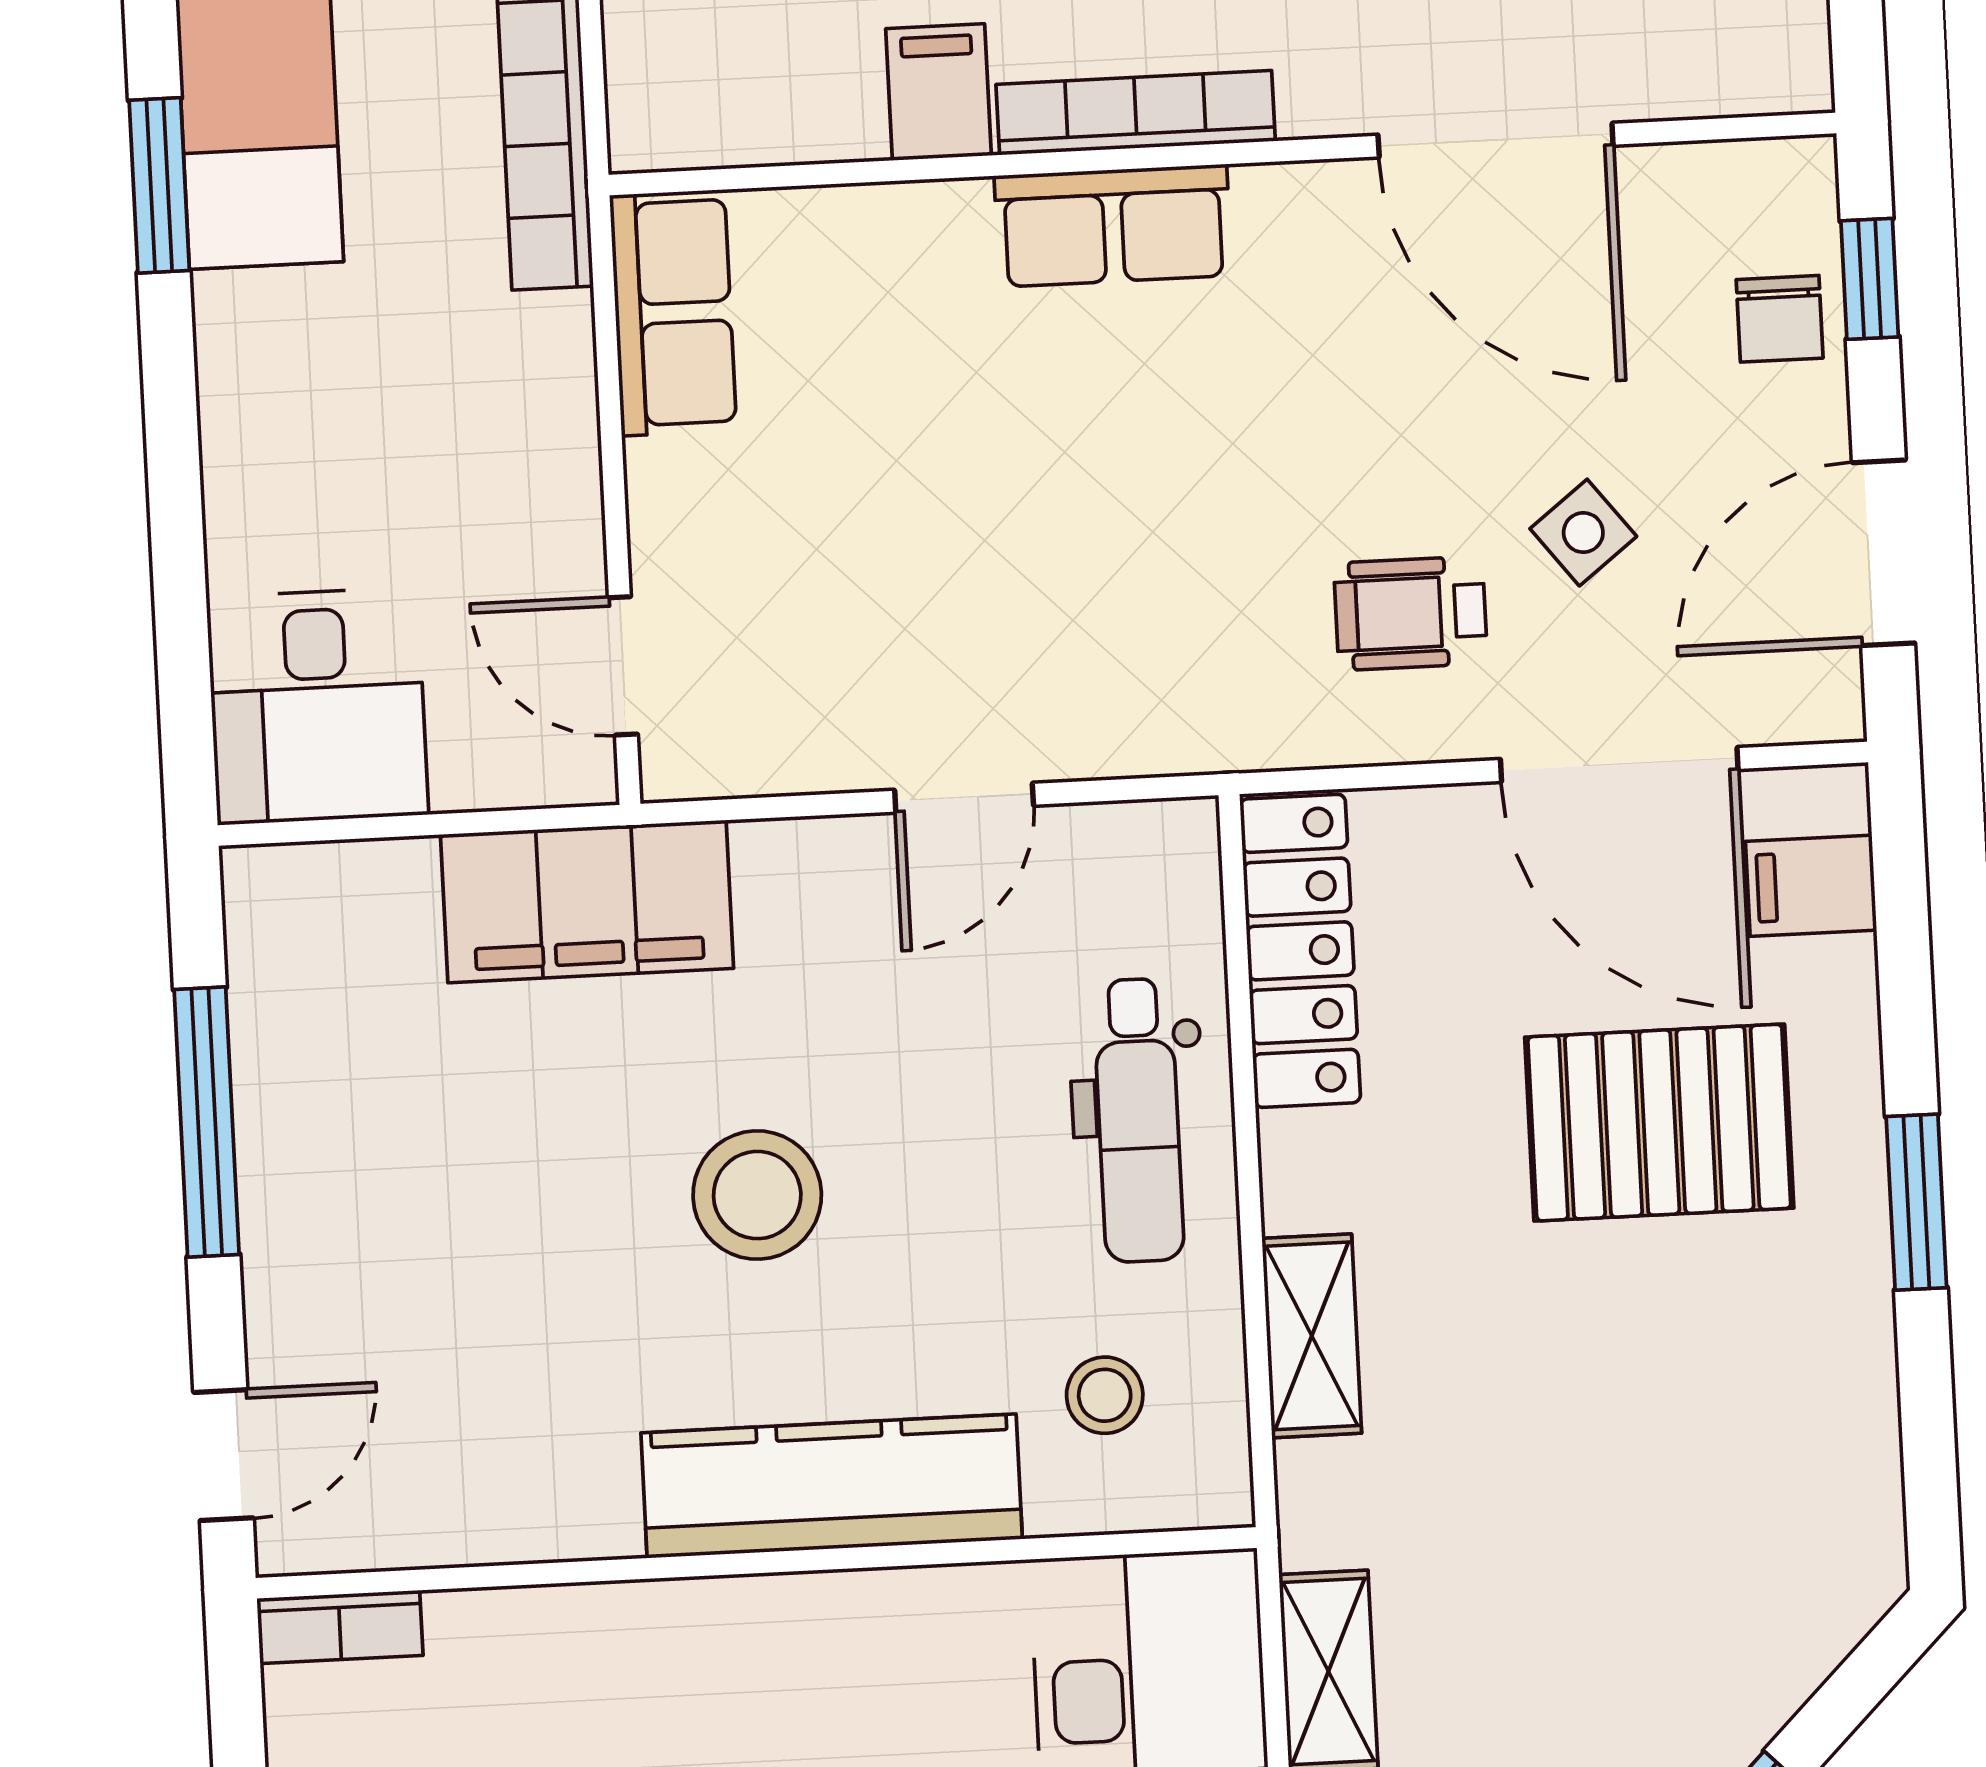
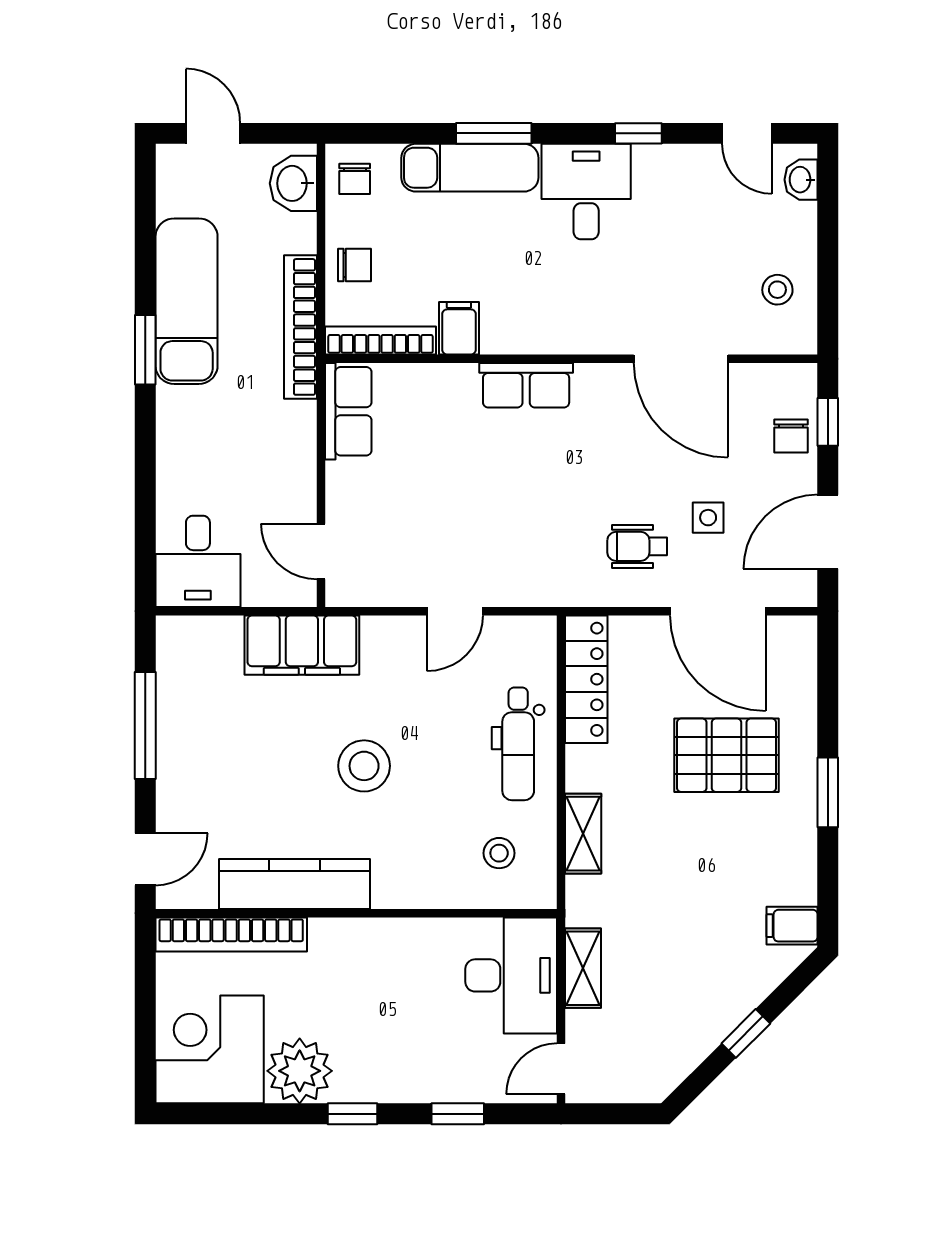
bookcase: (1136, 113) -> (380, 341), moved
side table: (1583, 533) -> (708, 518), turned 38
filing cabinet: (1811, 886) -> (792, 926), moved
kitchen counter: (832, 1486) -> (294, 884), moved
bookcase: (340, 1627) -> (231, 934), width x2.31, depth x1.31

